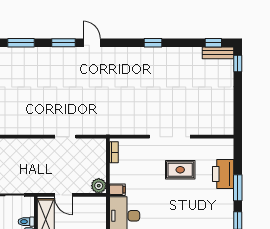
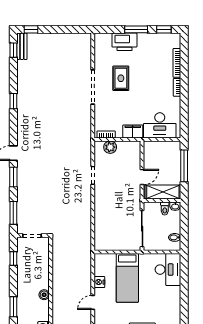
plant: (99, 186) -> (110, 147), moved
filing cabinet: (117, 190) -> (133, 131), width x2.00

